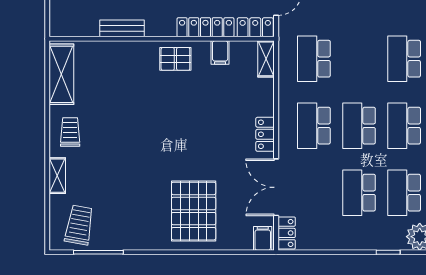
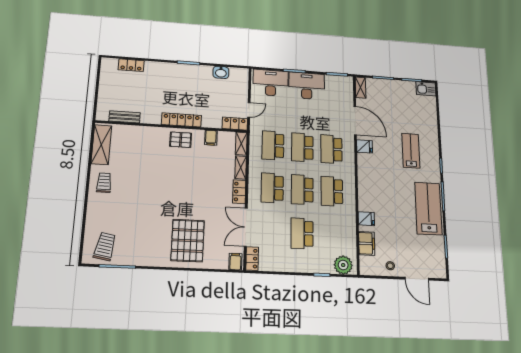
locker: (205, 27) -> (181, 120), moved
bench: (122, 28) -> (125, 117), moved
shelving: (57, 176) -> (241, 167), moved
school desk: (404, 193) -> (302, 147), moved

